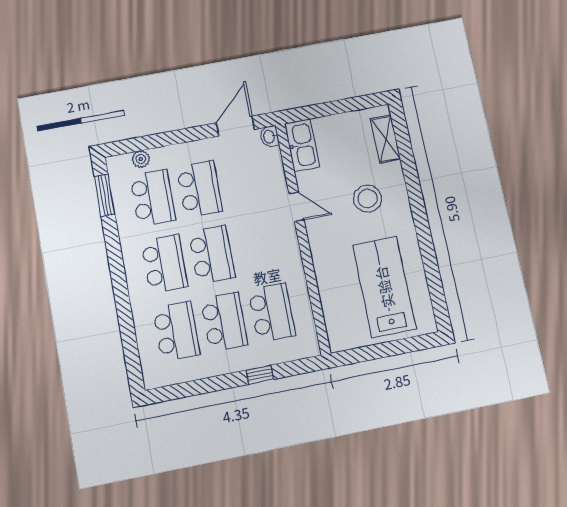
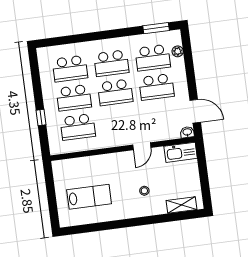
stool: (368, 199) -> (144, 191), width x0.53, depth x0.53
lab bench: (384, 287) -> (89, 197), width x0.73, depth x0.72

